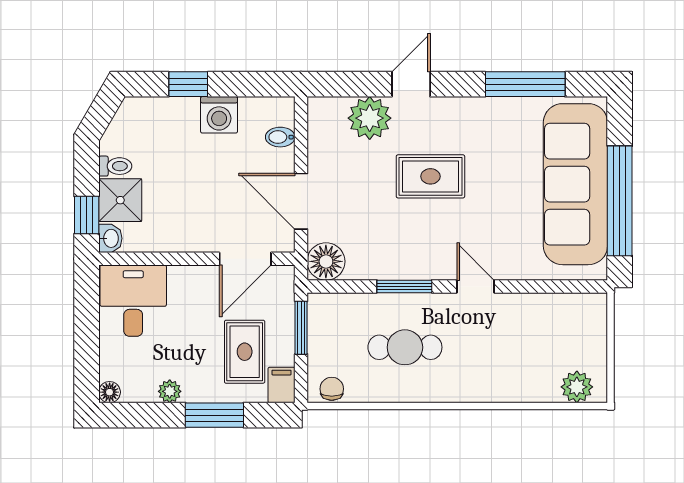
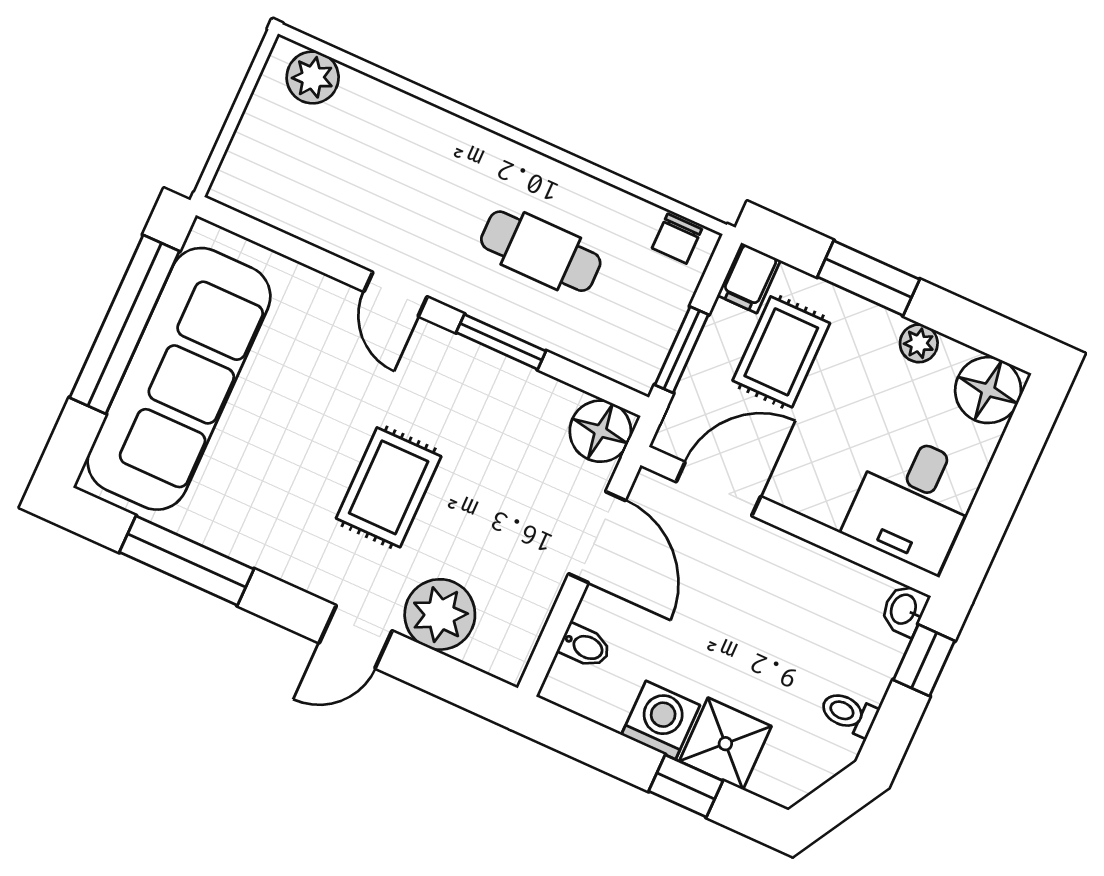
rug: (430, 176) -> (389, 487), turned 90
shower: (120, 200) -> (725, 744), moved
floor lamp: (110, 392) -> (988, 390), width x1.89, depth x1.89

